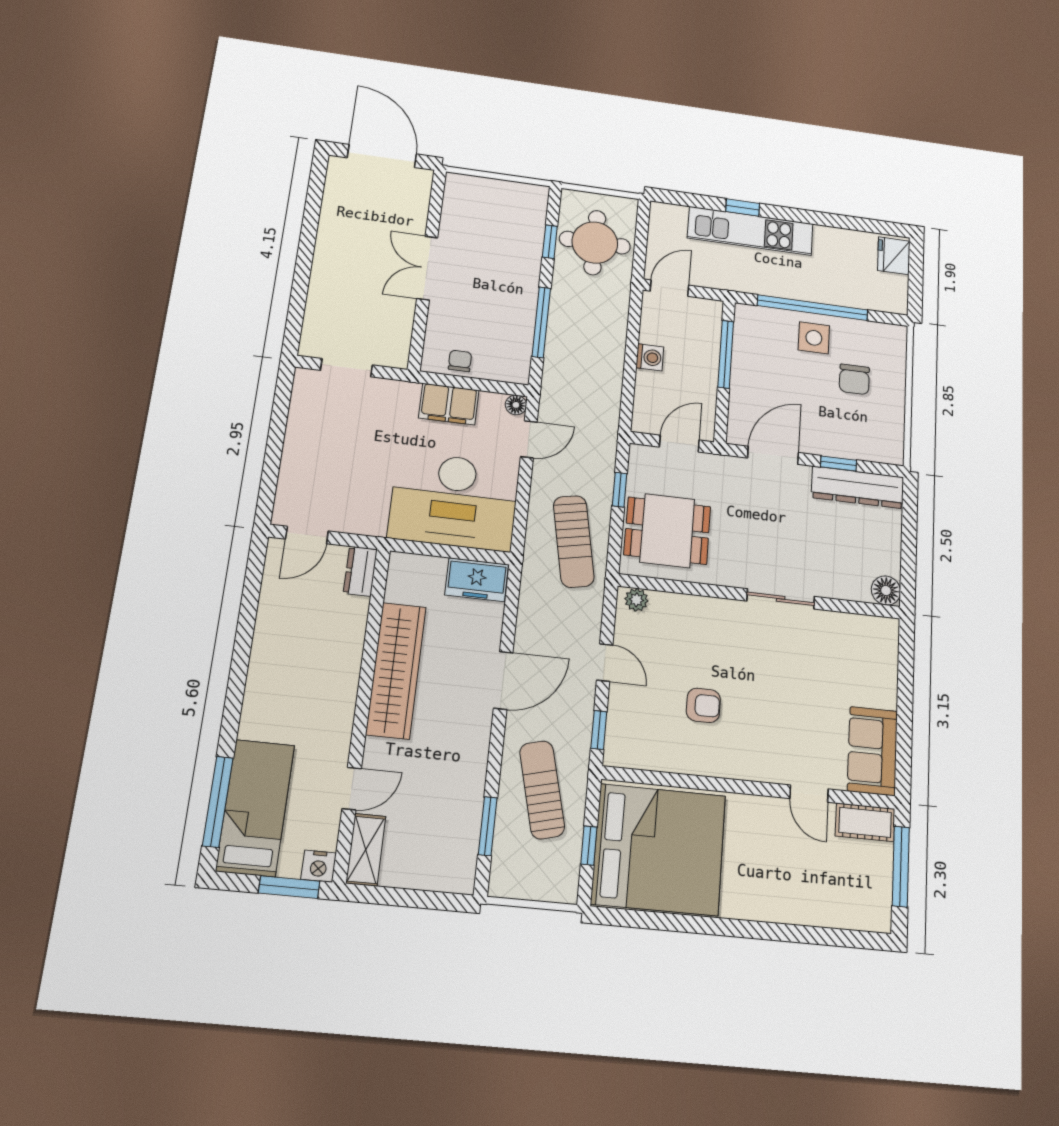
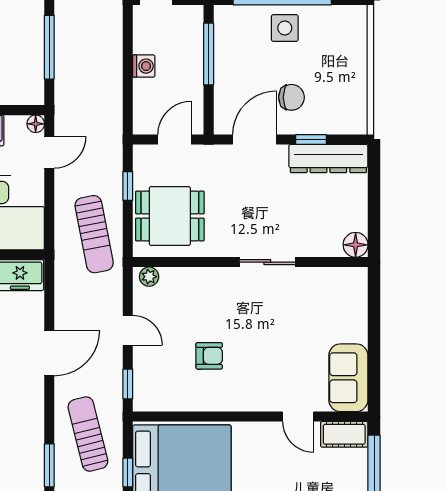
chair: (854, 379) -> (291, 97), moved, turned -90

